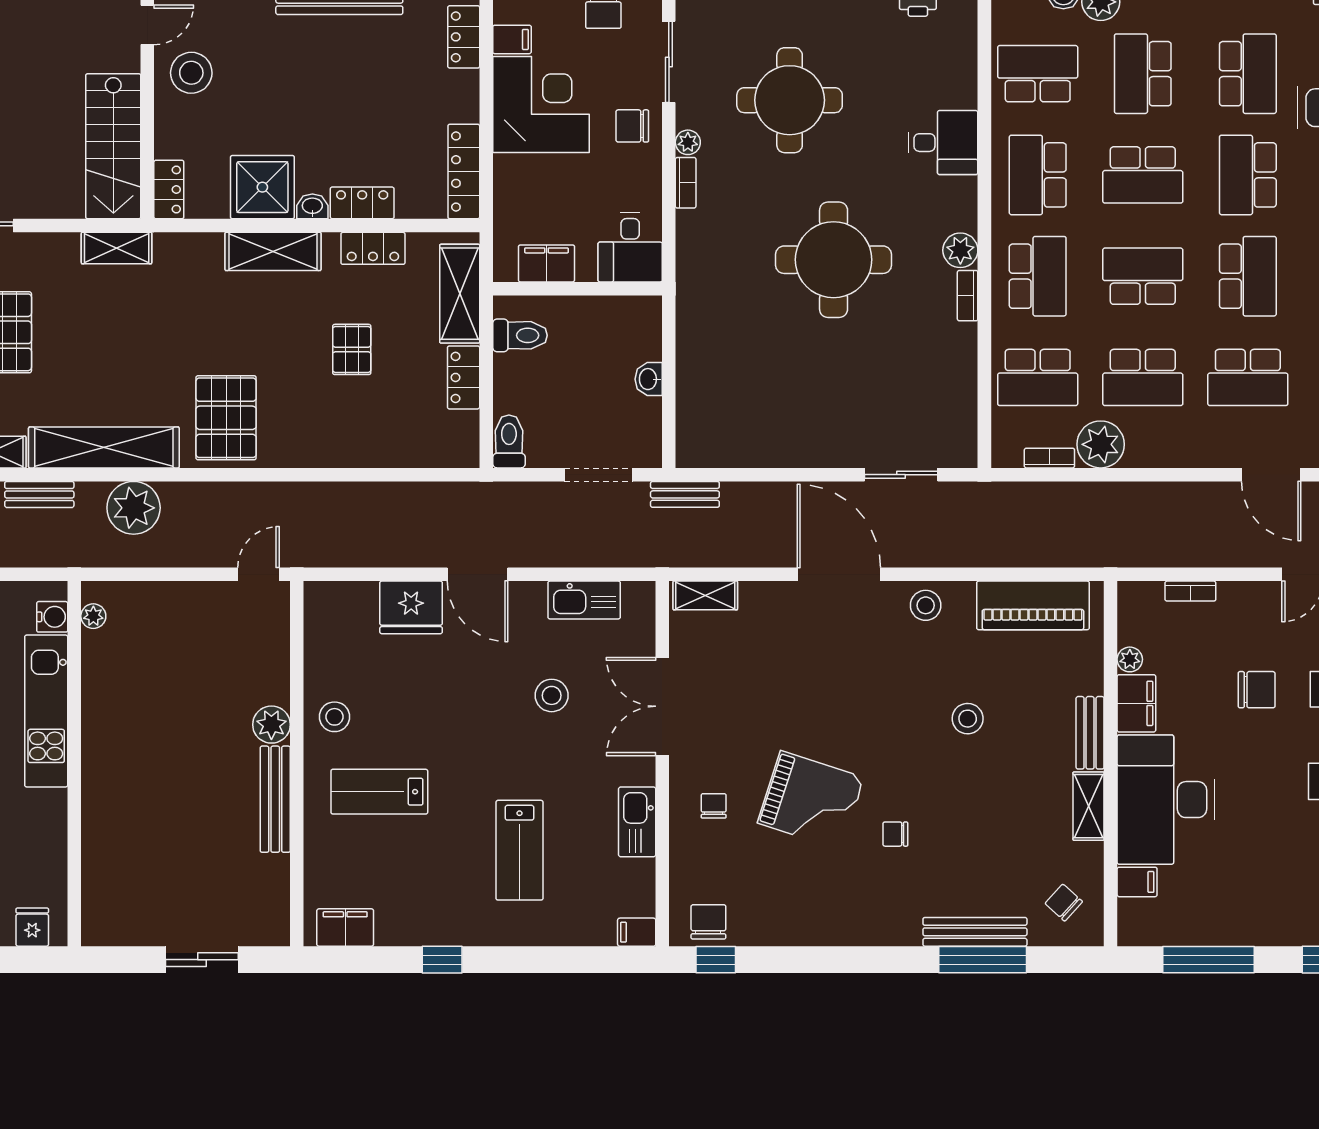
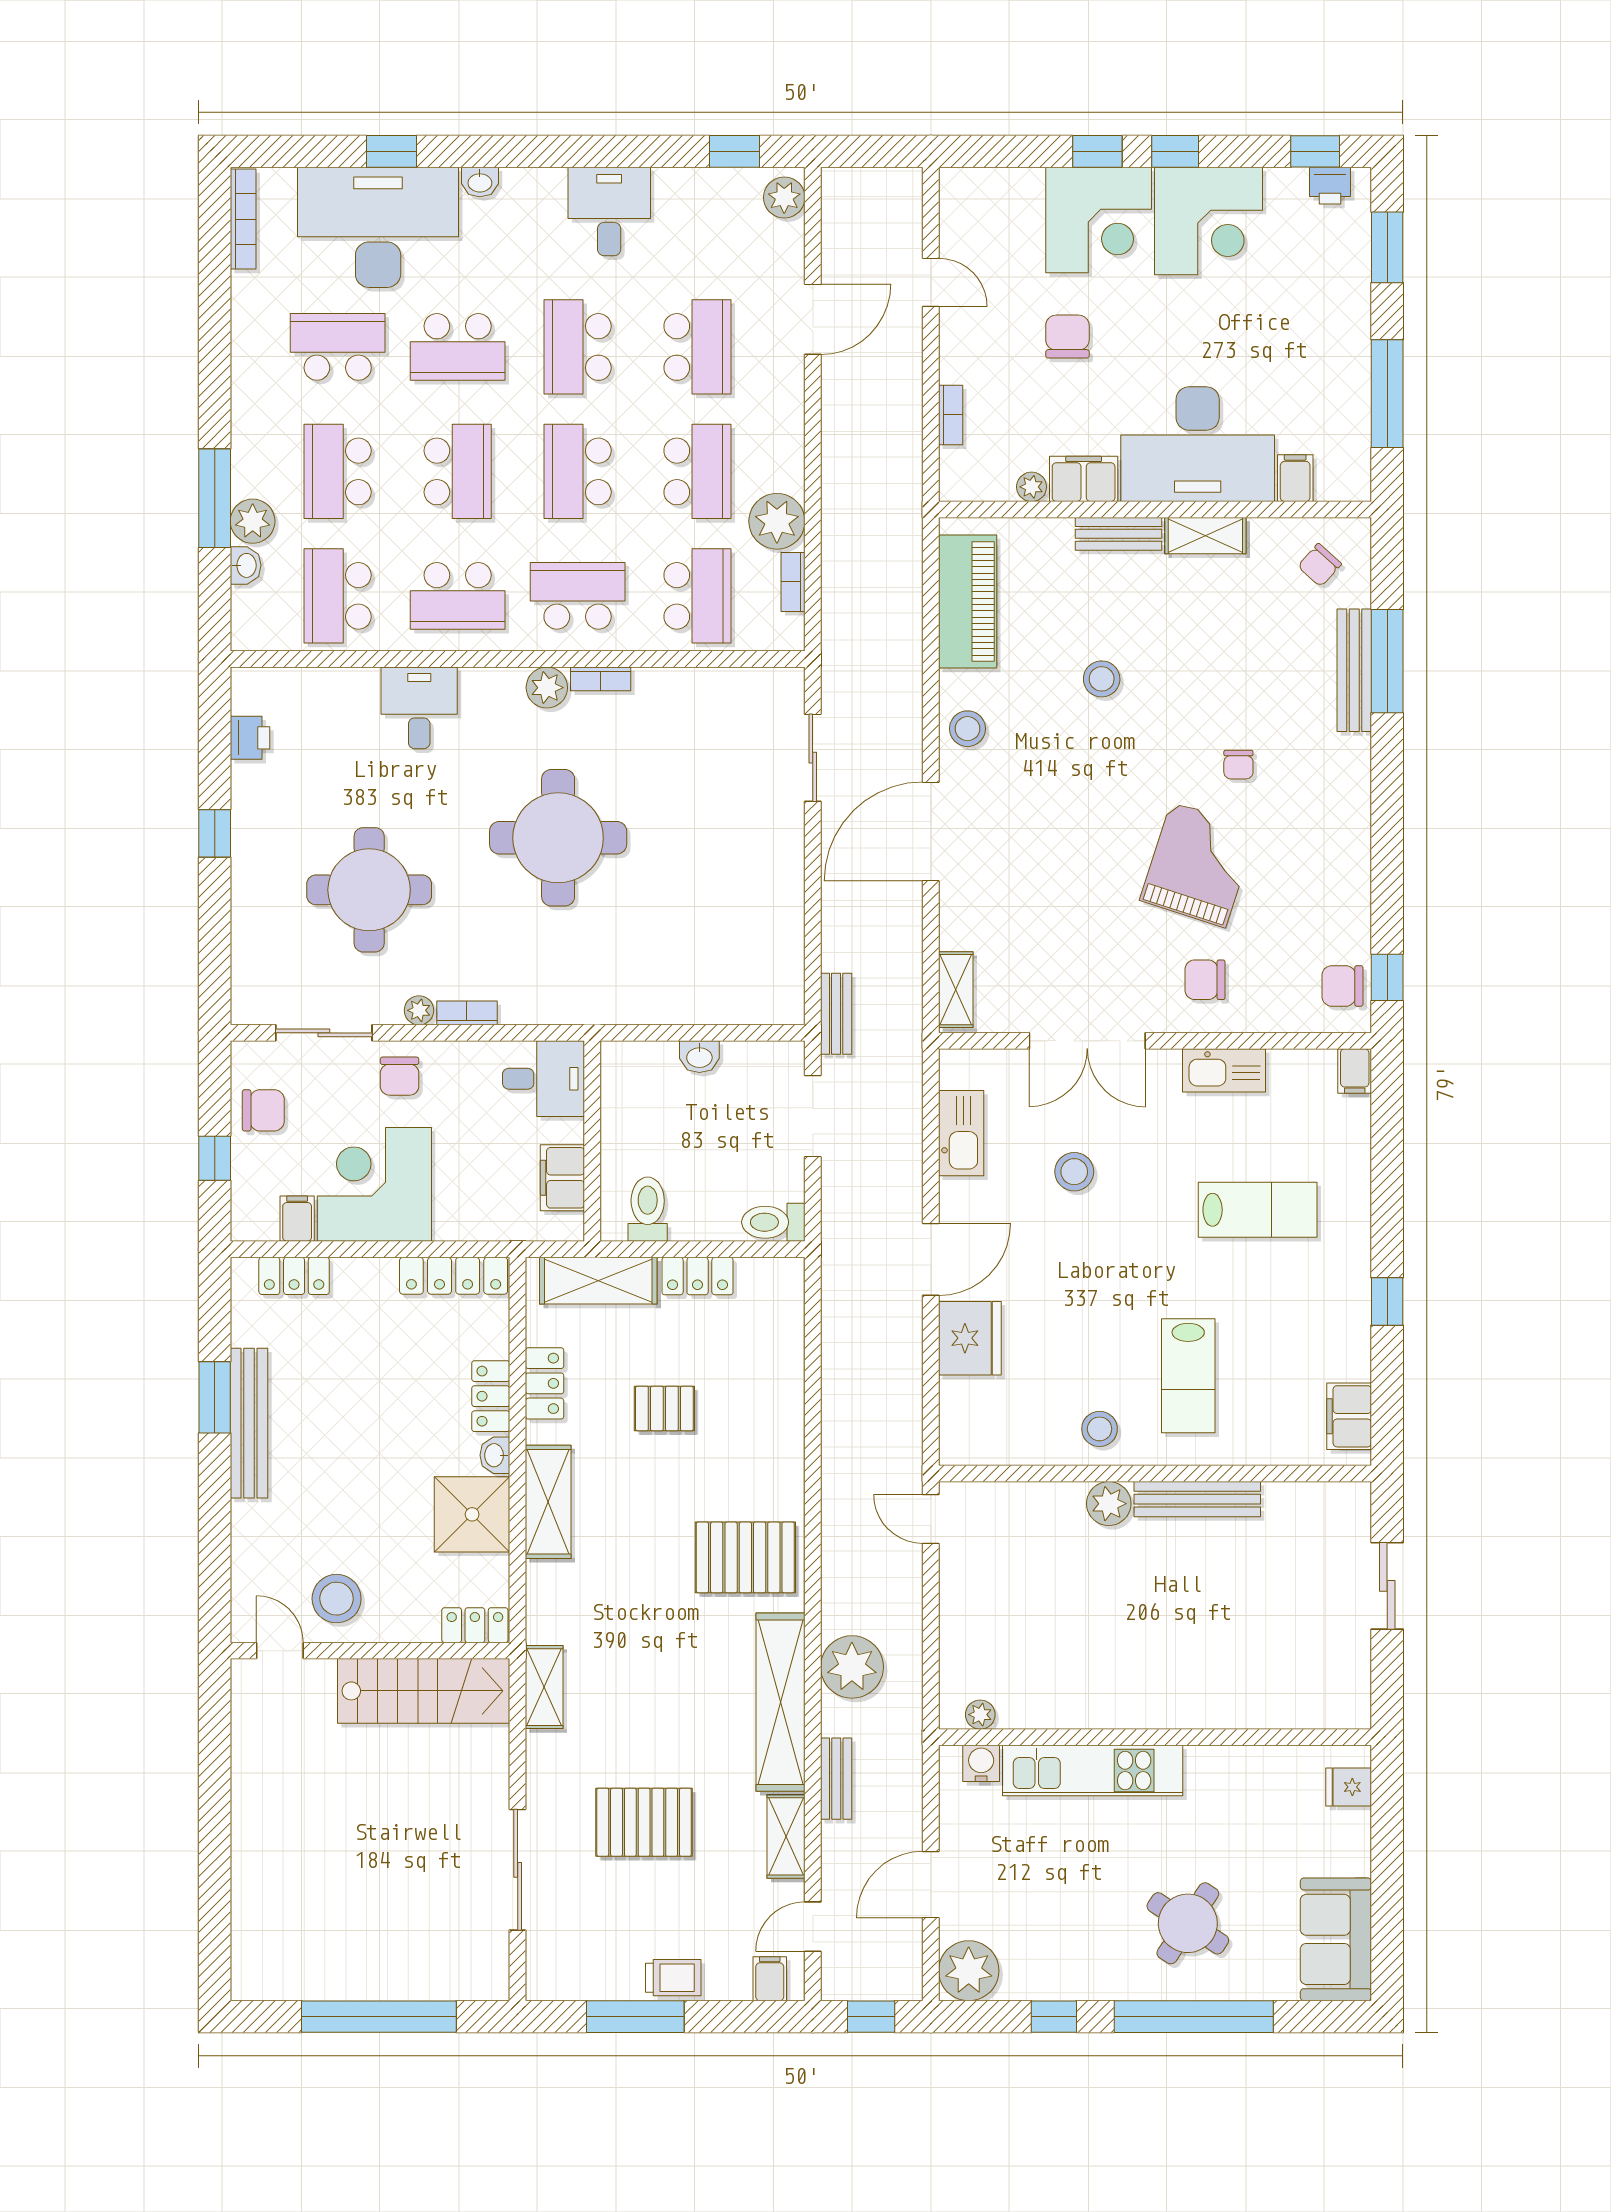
school desk: (1143, 74) -> (338, 471), turned 90
school desk: (1248, 276) -> (578, 347), turned -90
chair: (714, 806) -> (1205, 980), width x1.37, depth x1.37

